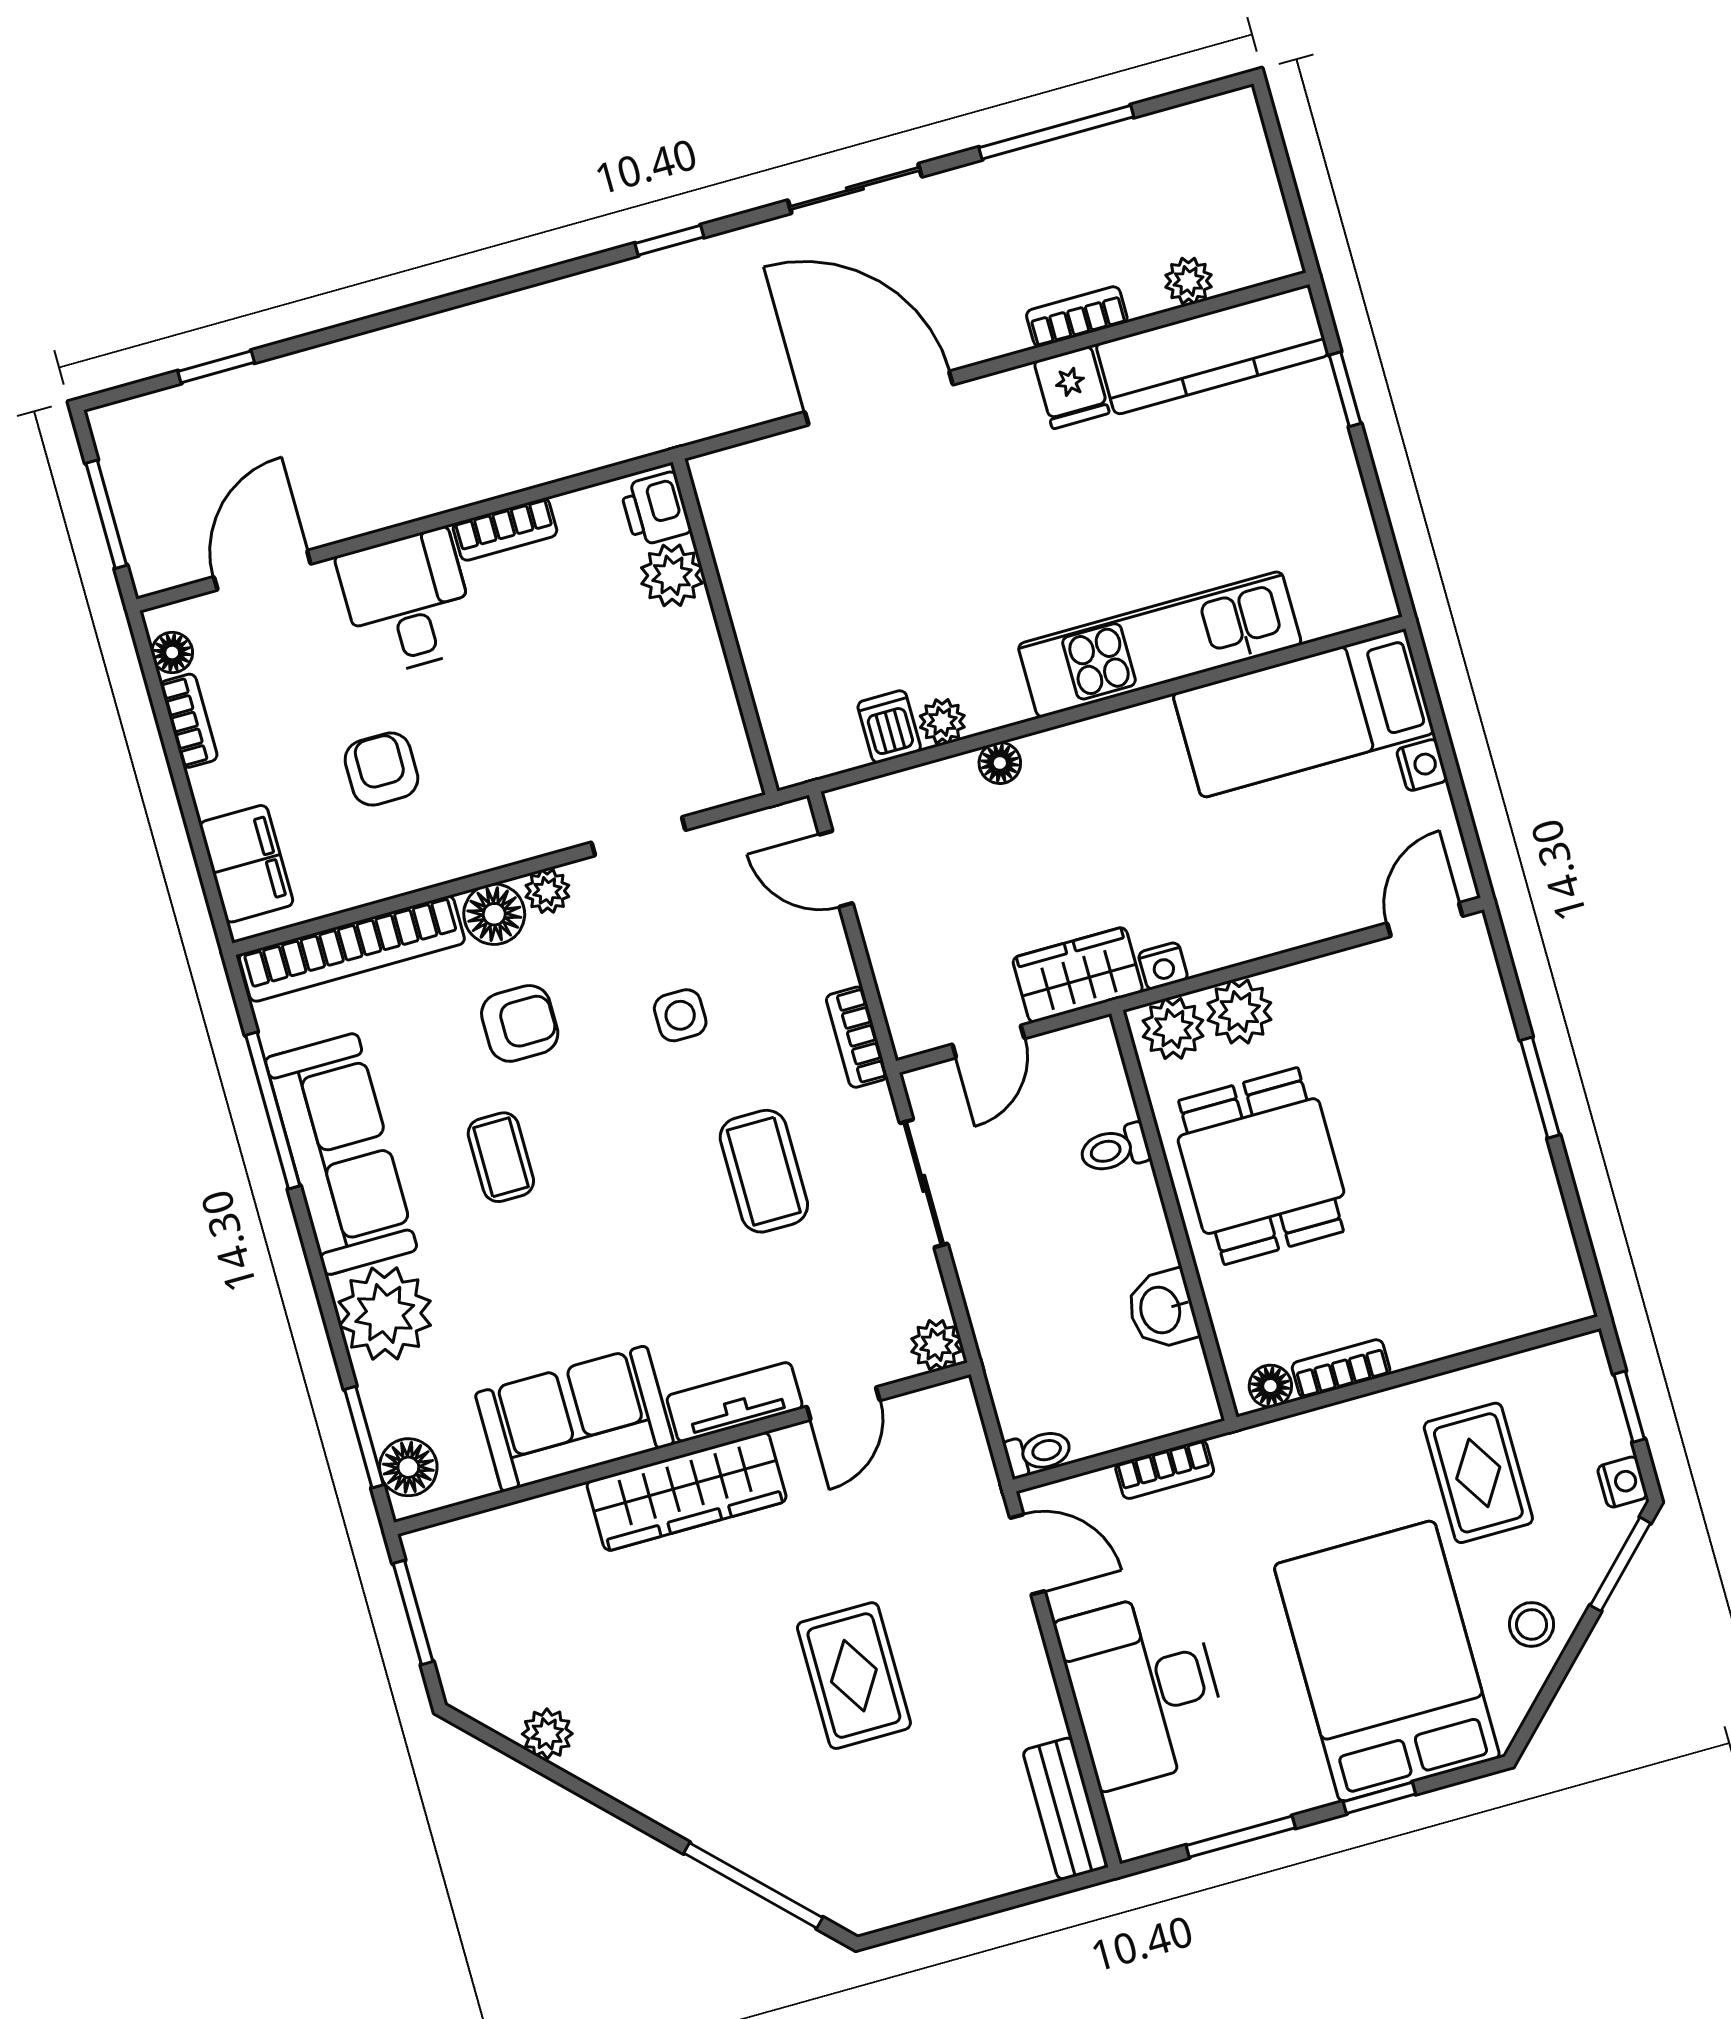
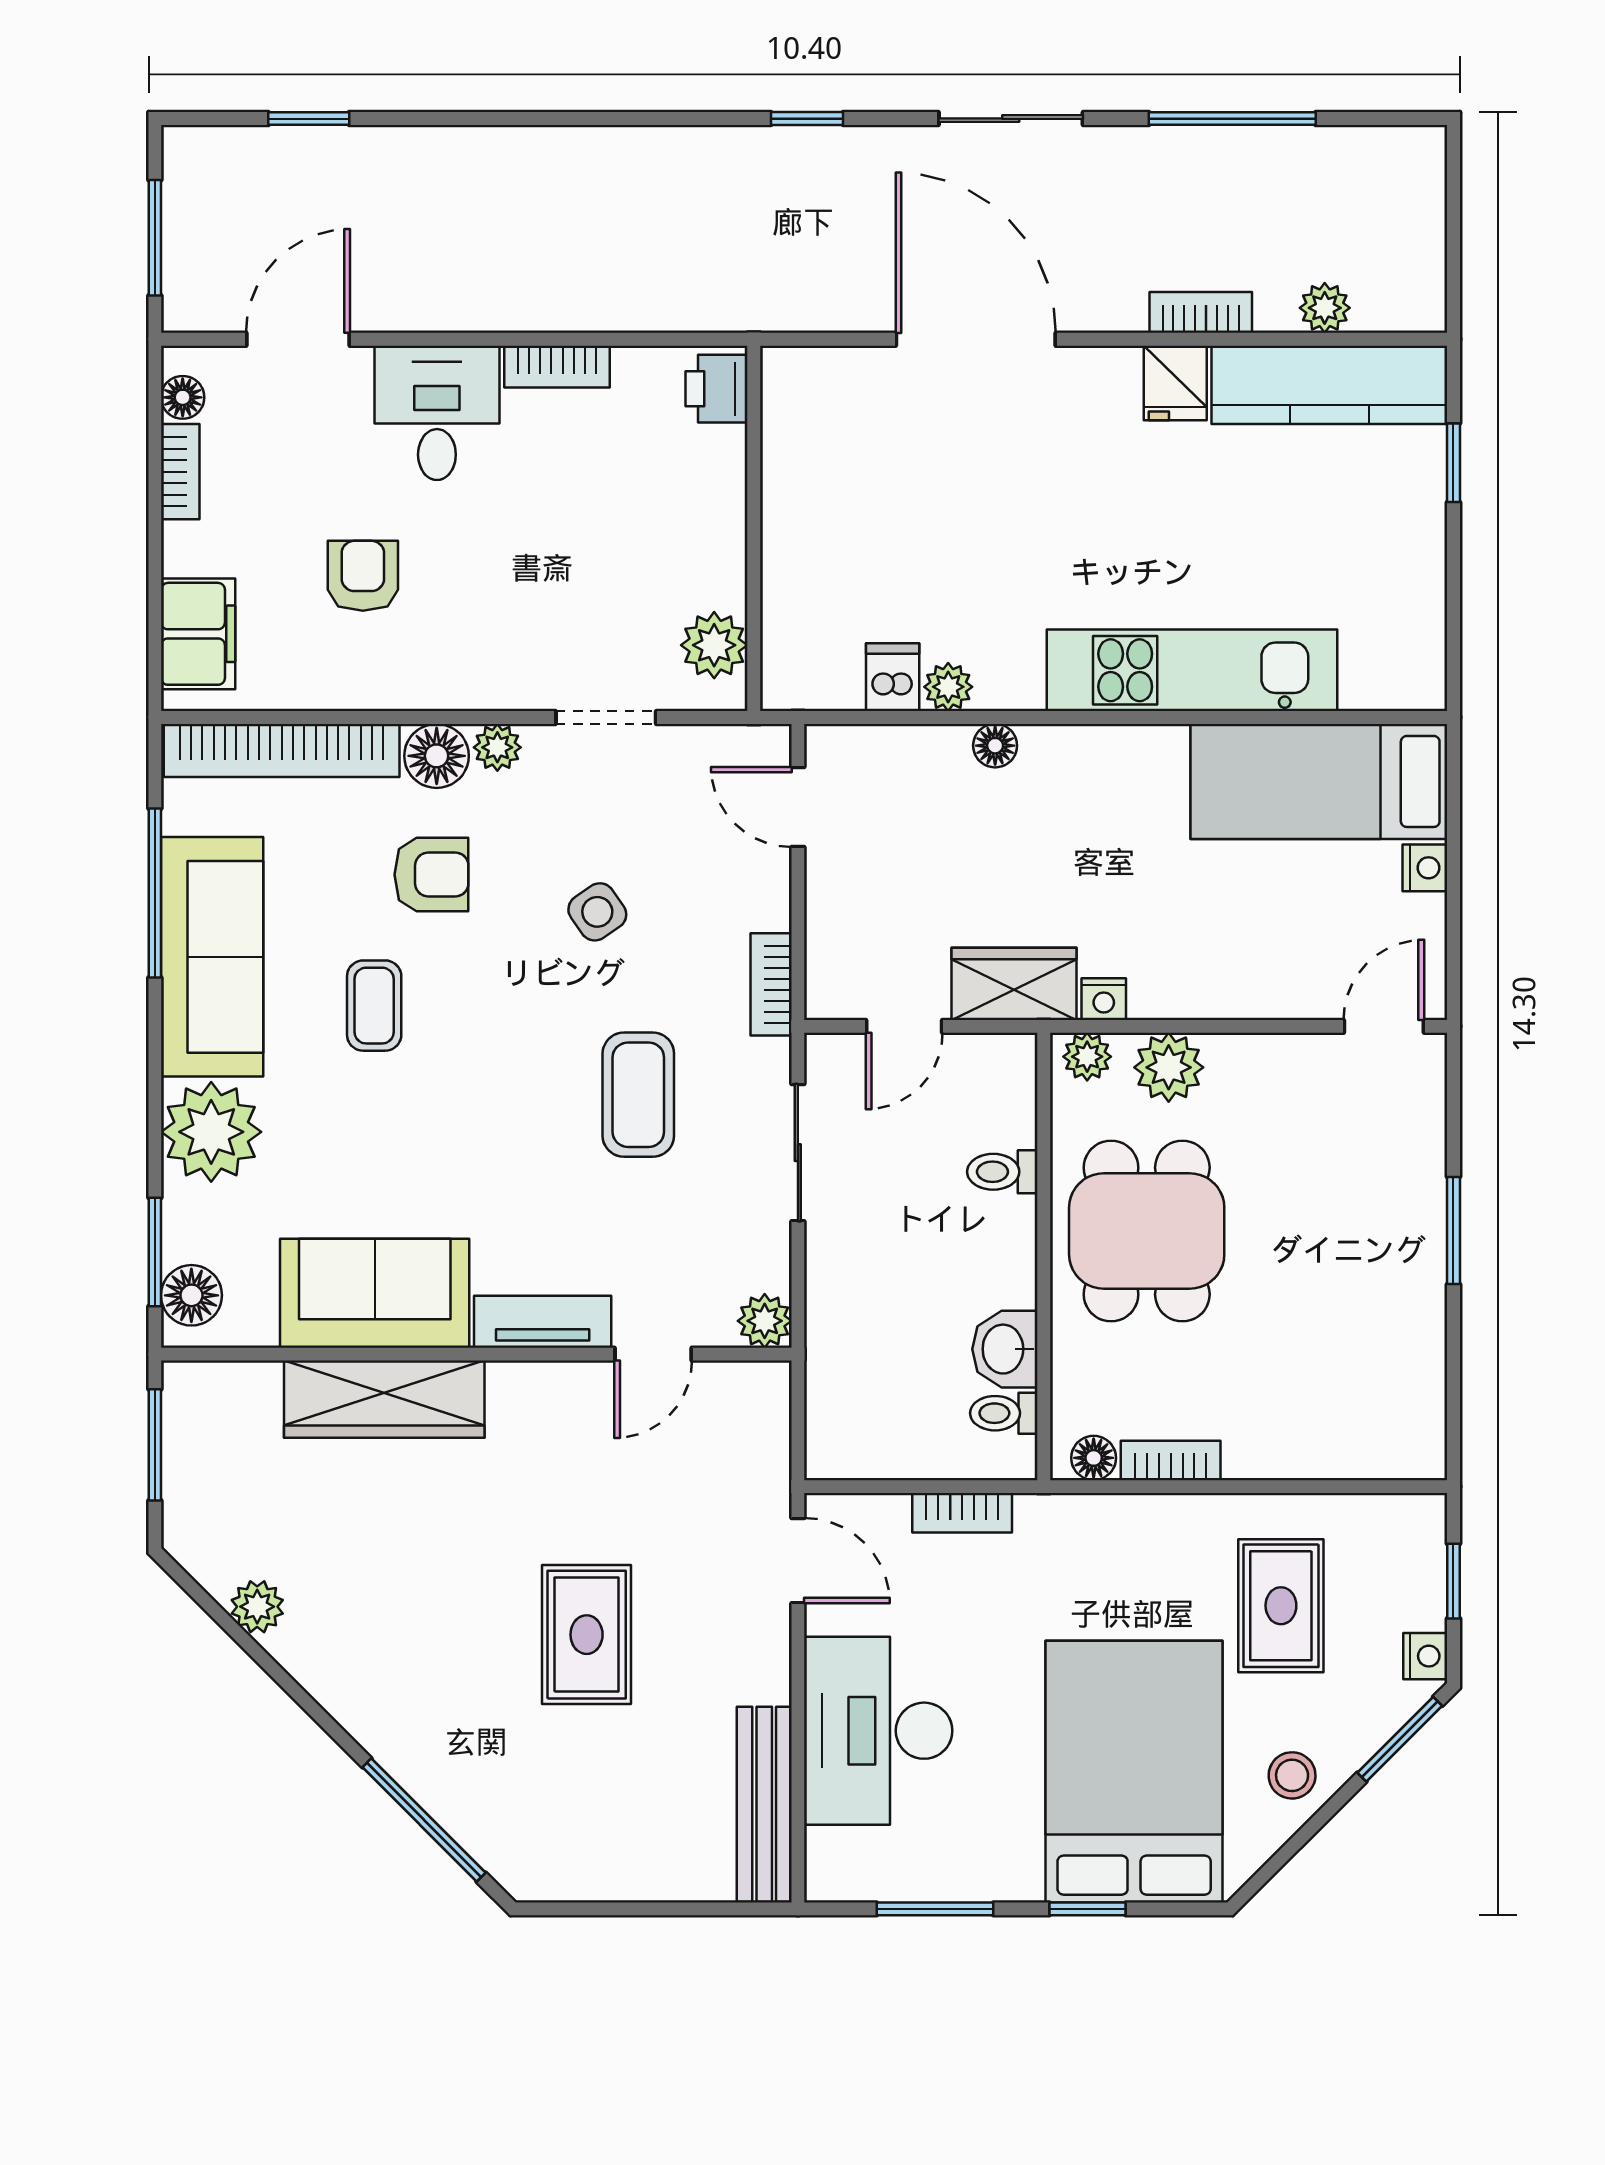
plant: (672, 575) -> (714, 645), moved
side table: (680, 1015) -> (597, 912), turned -35
plant: (1173, 1028) -> (1087, 1057), width x0.73, depth x0.73
toilet: (1038, 1453) -> (1004, 1413), moved, turned 180
wardrobe: (687, 1491) -> (384, 1399), moved
bench: (1065, 1809) -> (764, 1804), width x1.36

